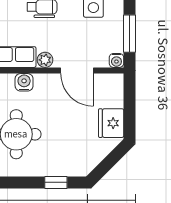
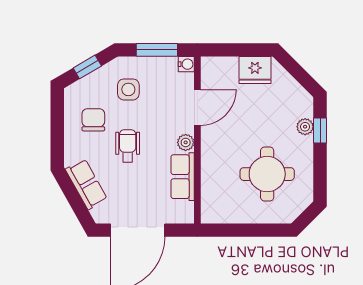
water cooler: (24, 82) -> (210, 165), removed
plant: (59, 169) -> (305, 127), added

